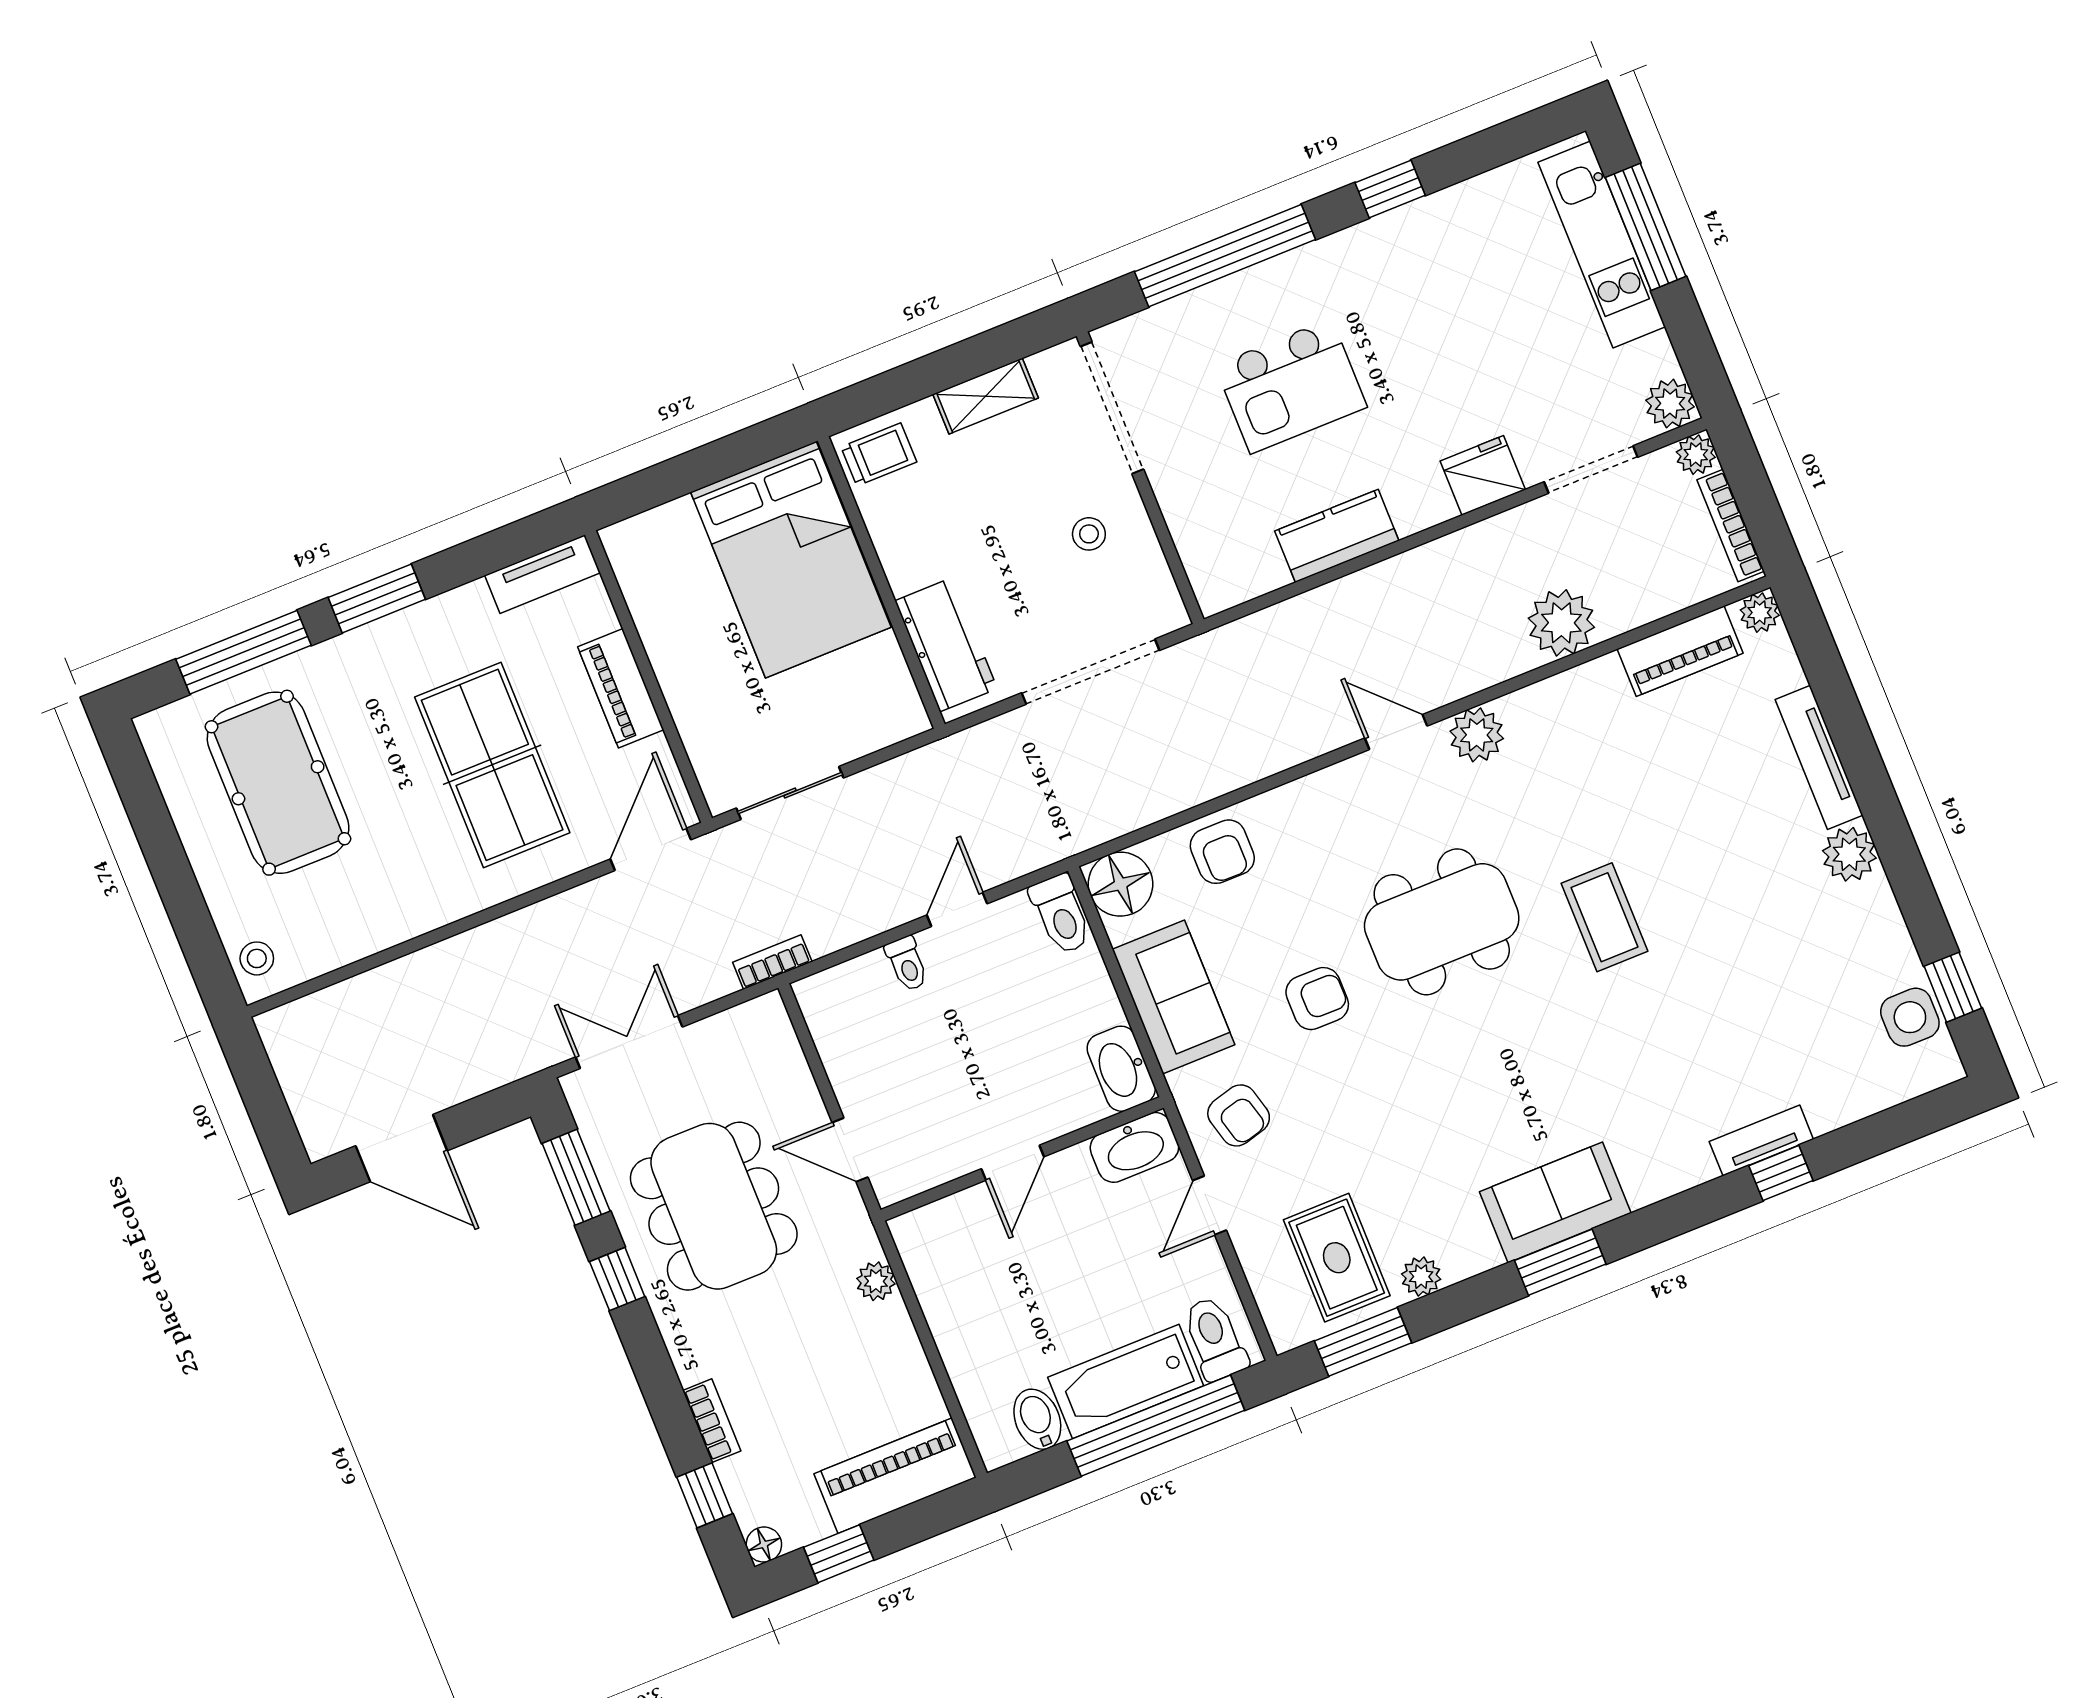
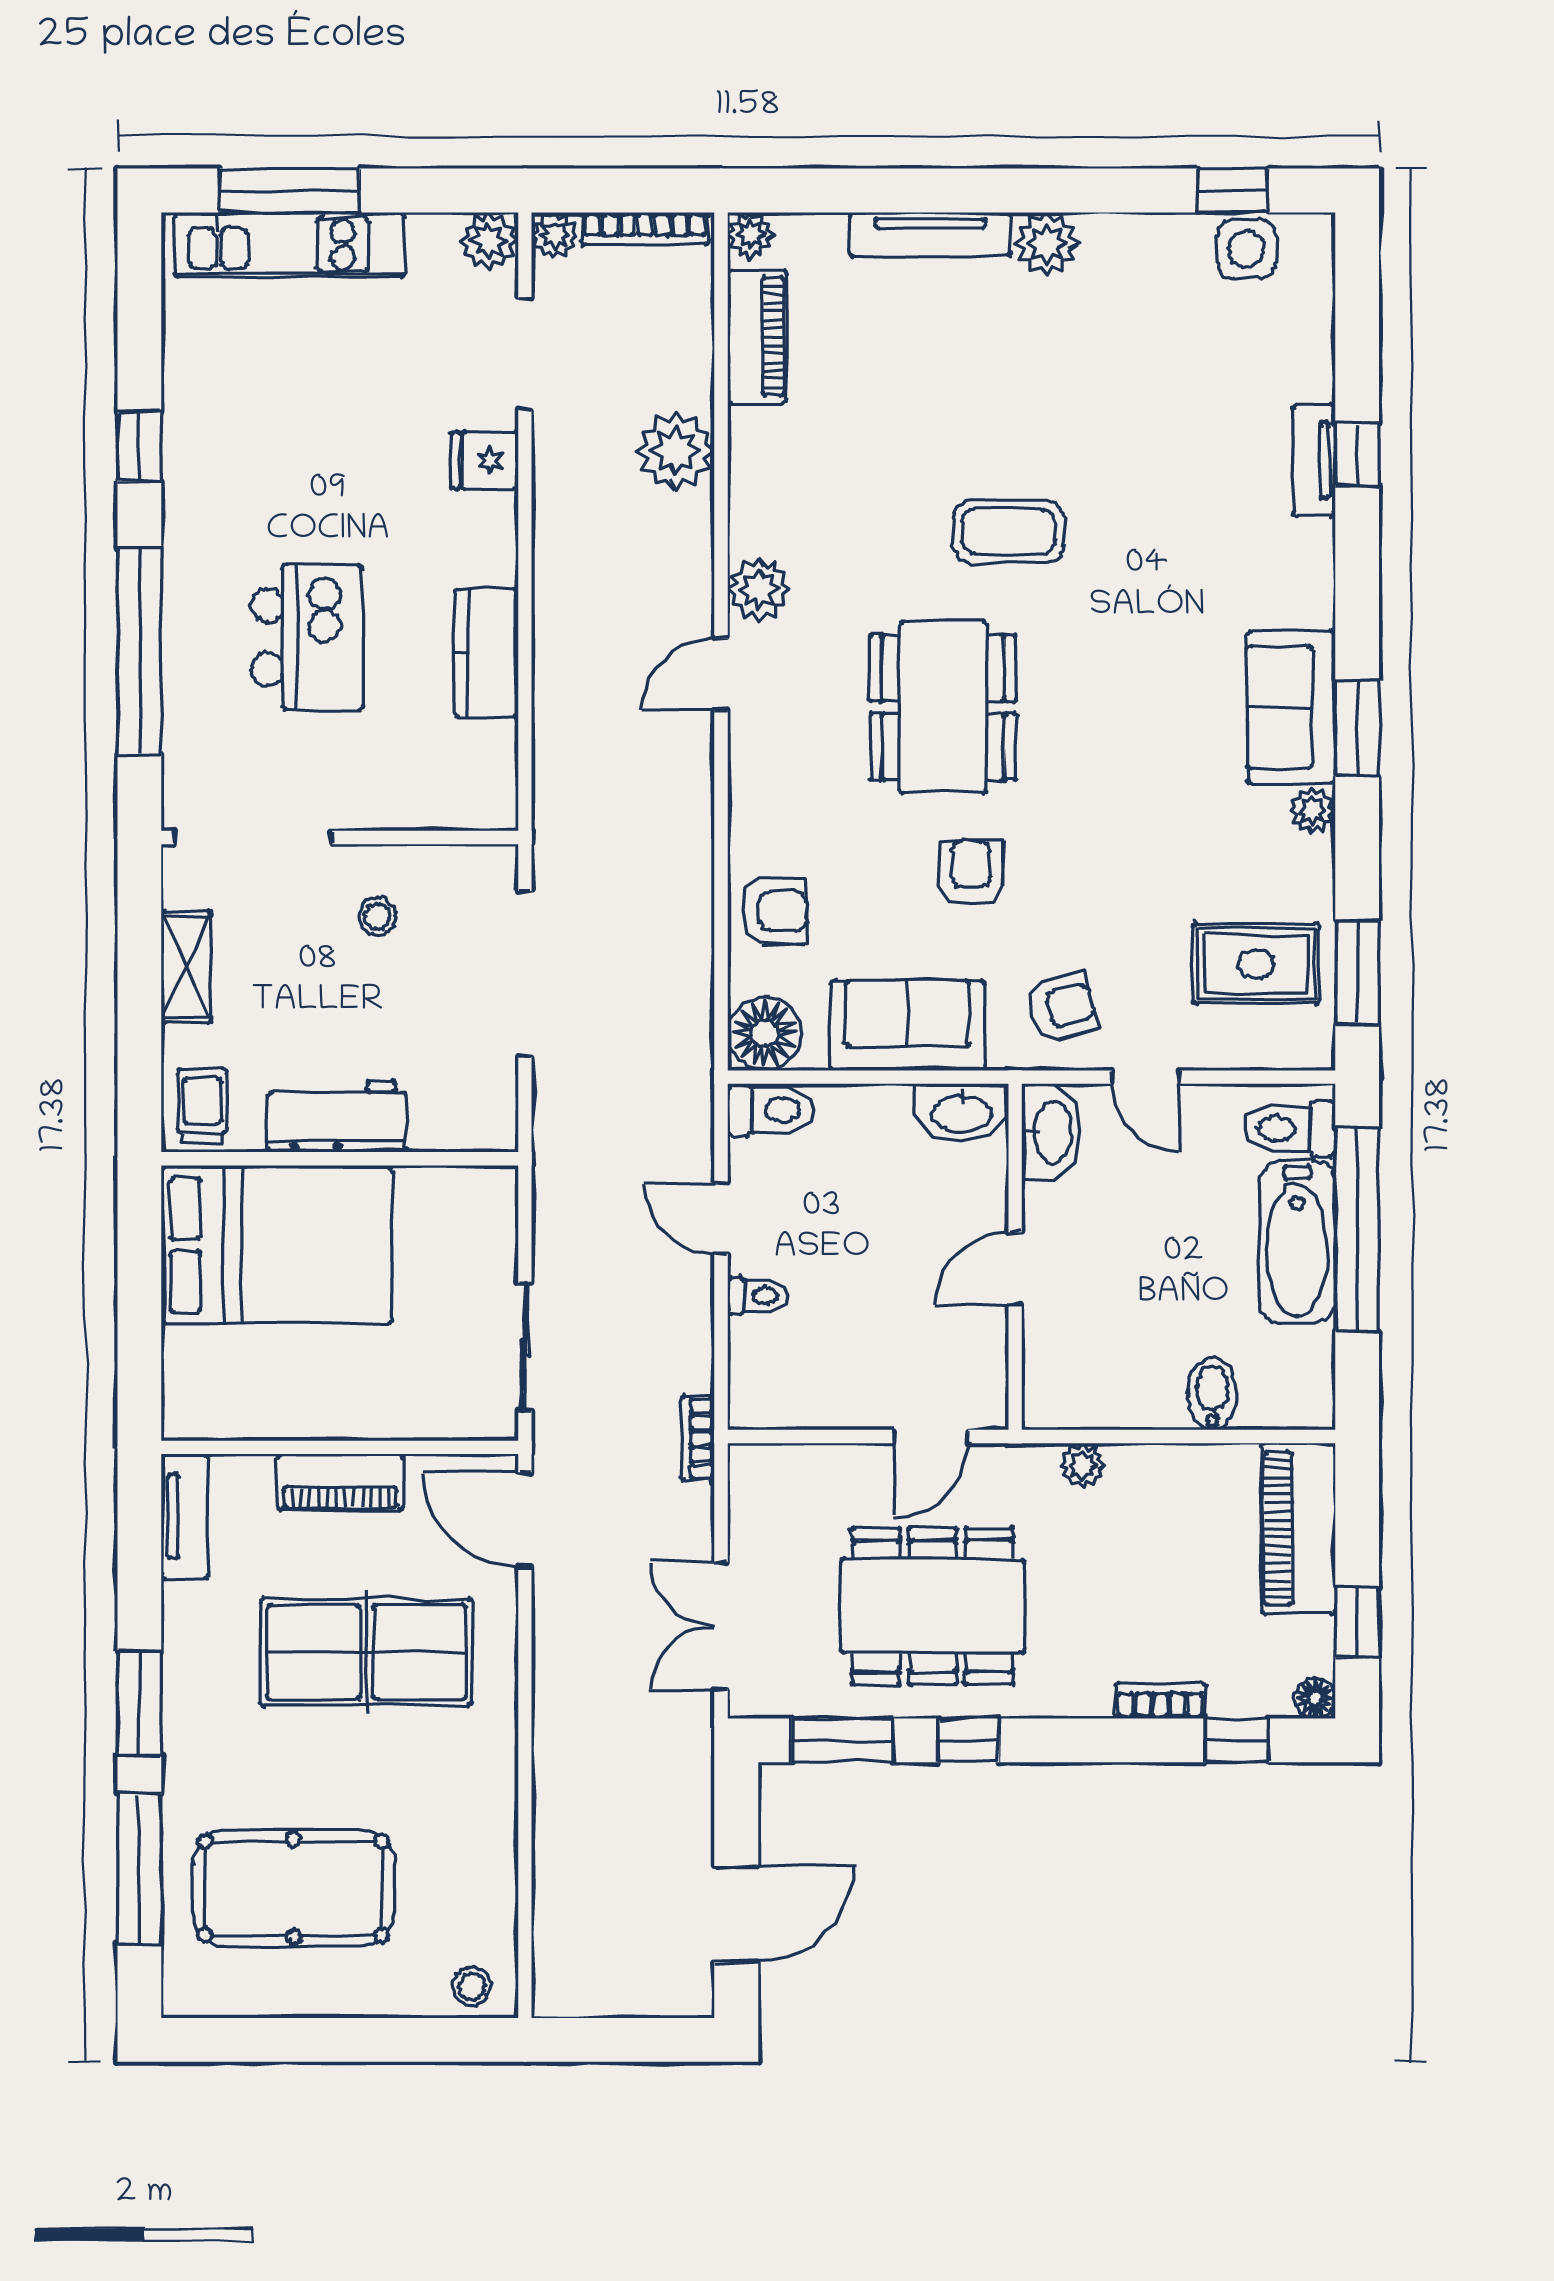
fridge: (1483, 475) -> (485, 460), width x0.72
workbench: (946, 645) -> (337, 1116), moved
door: (1013, 1163) -> (1015, 1269), swing flipped
plant: (1421, 1277) -> (1312, 811), moved
bidet: (1037, 1419) -> (1212, 1394), moved, turned 90

